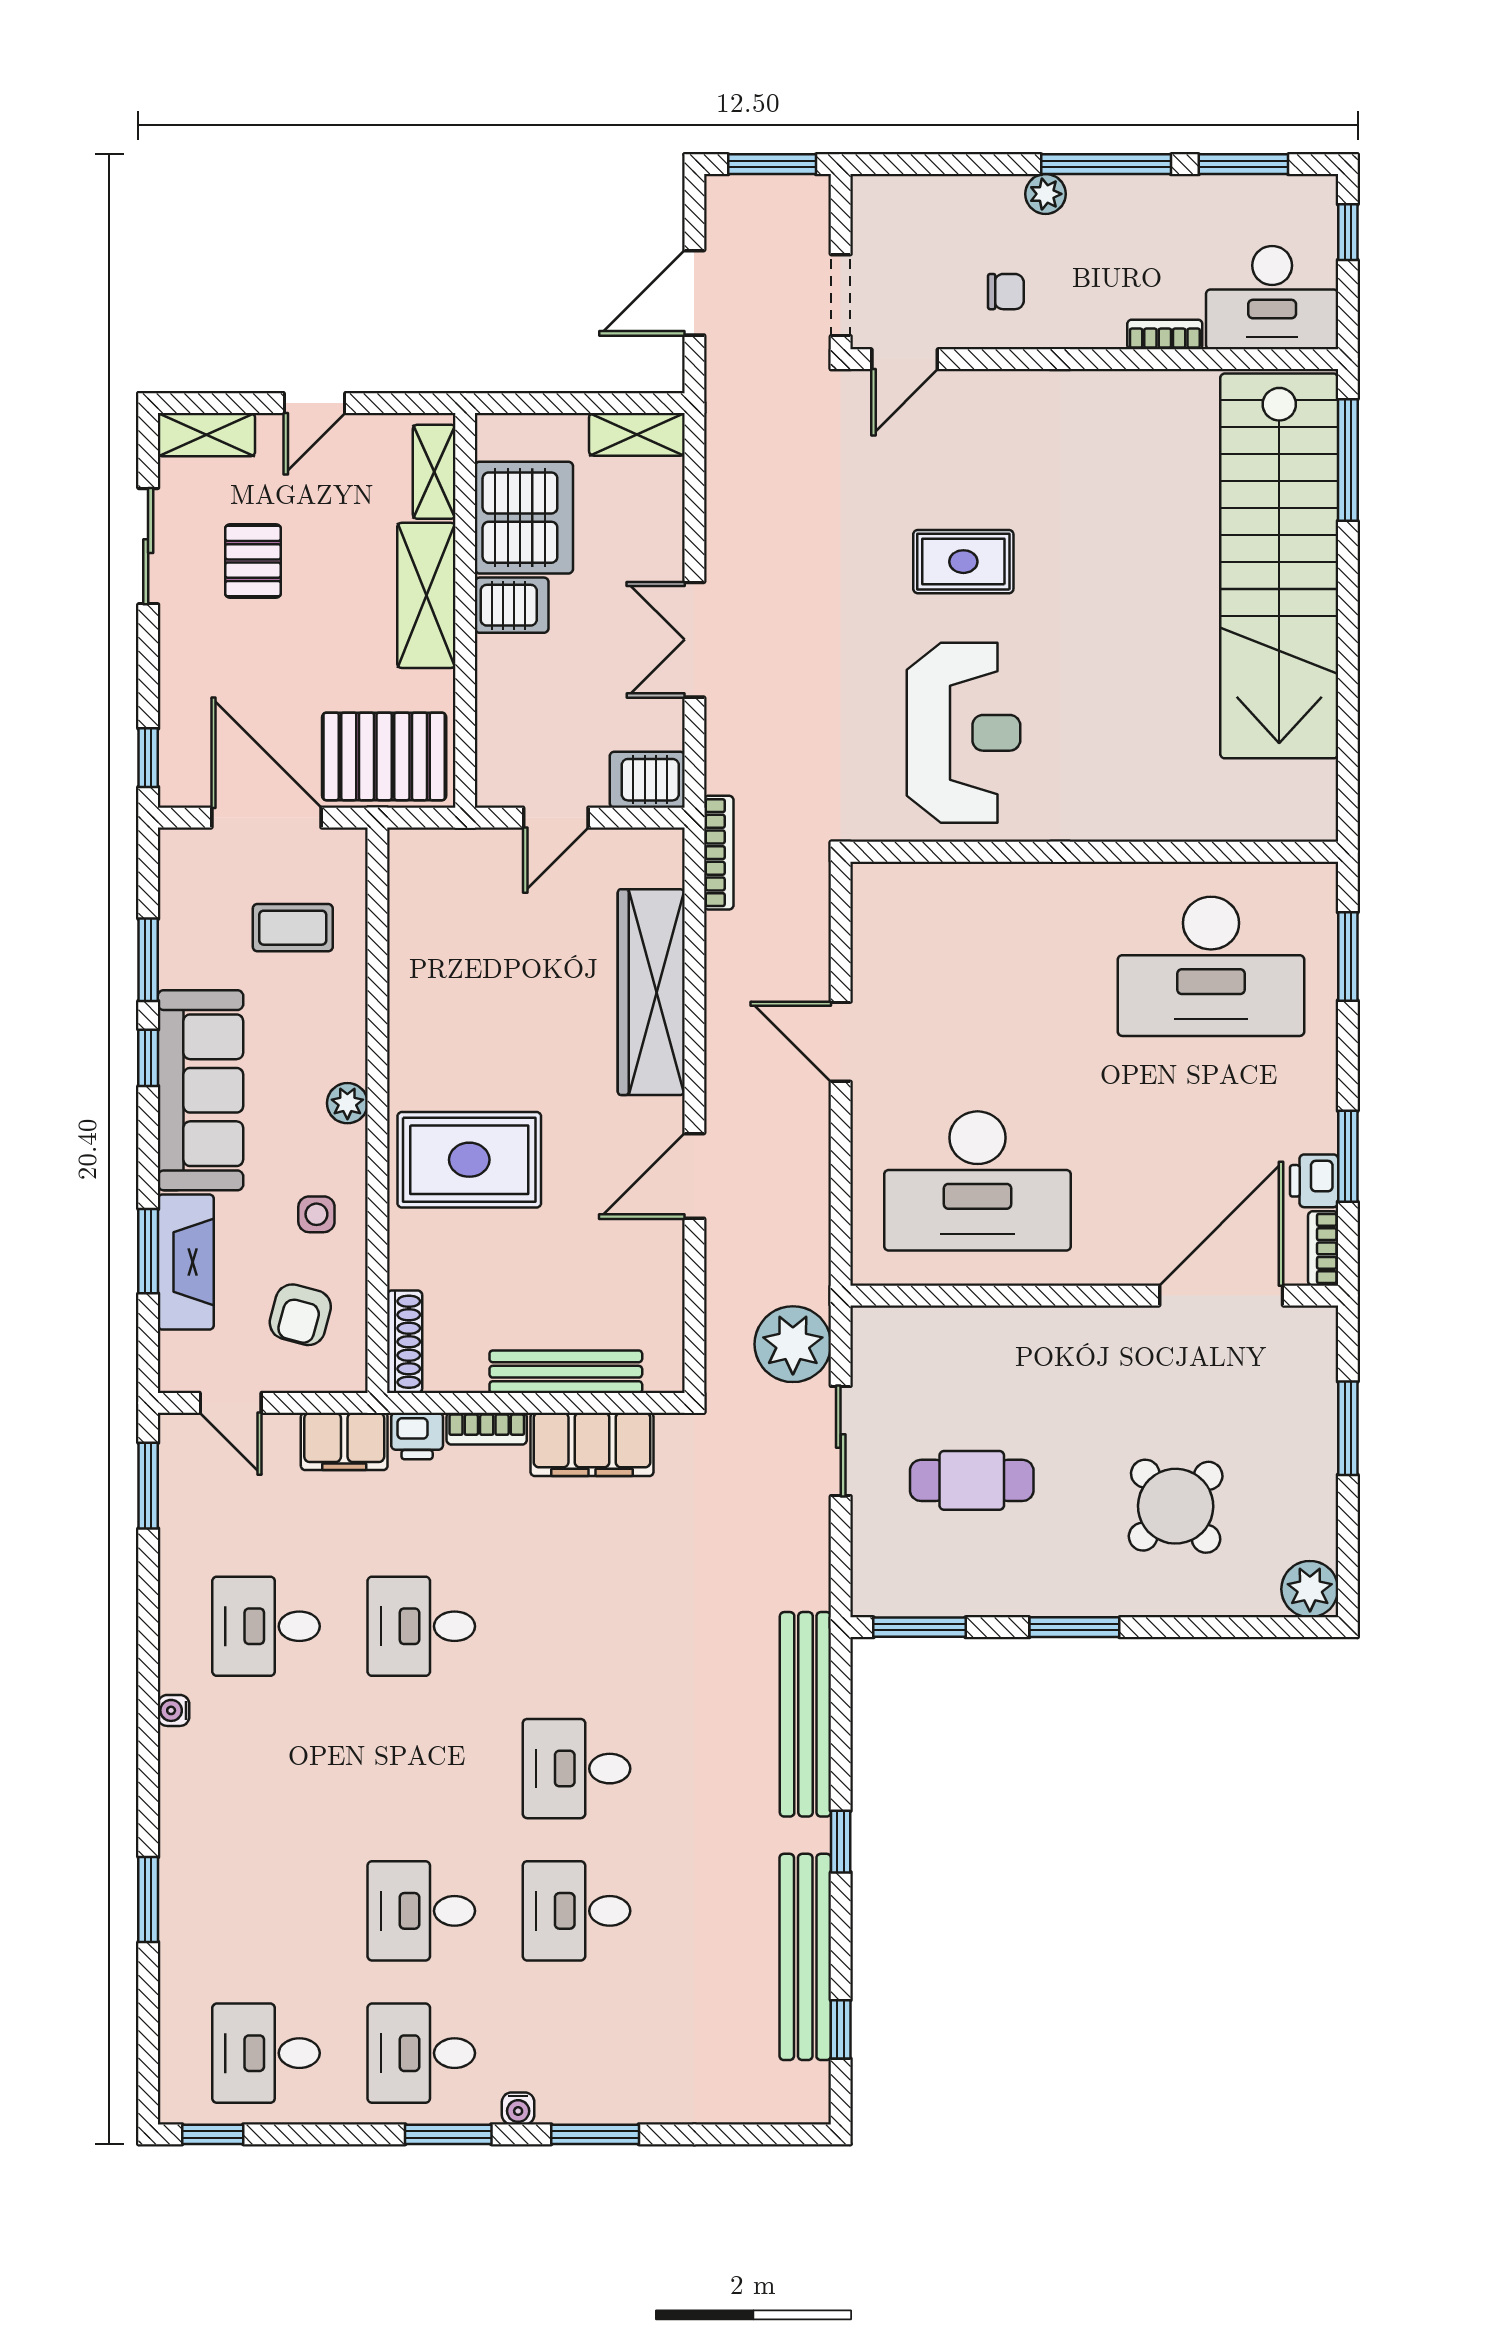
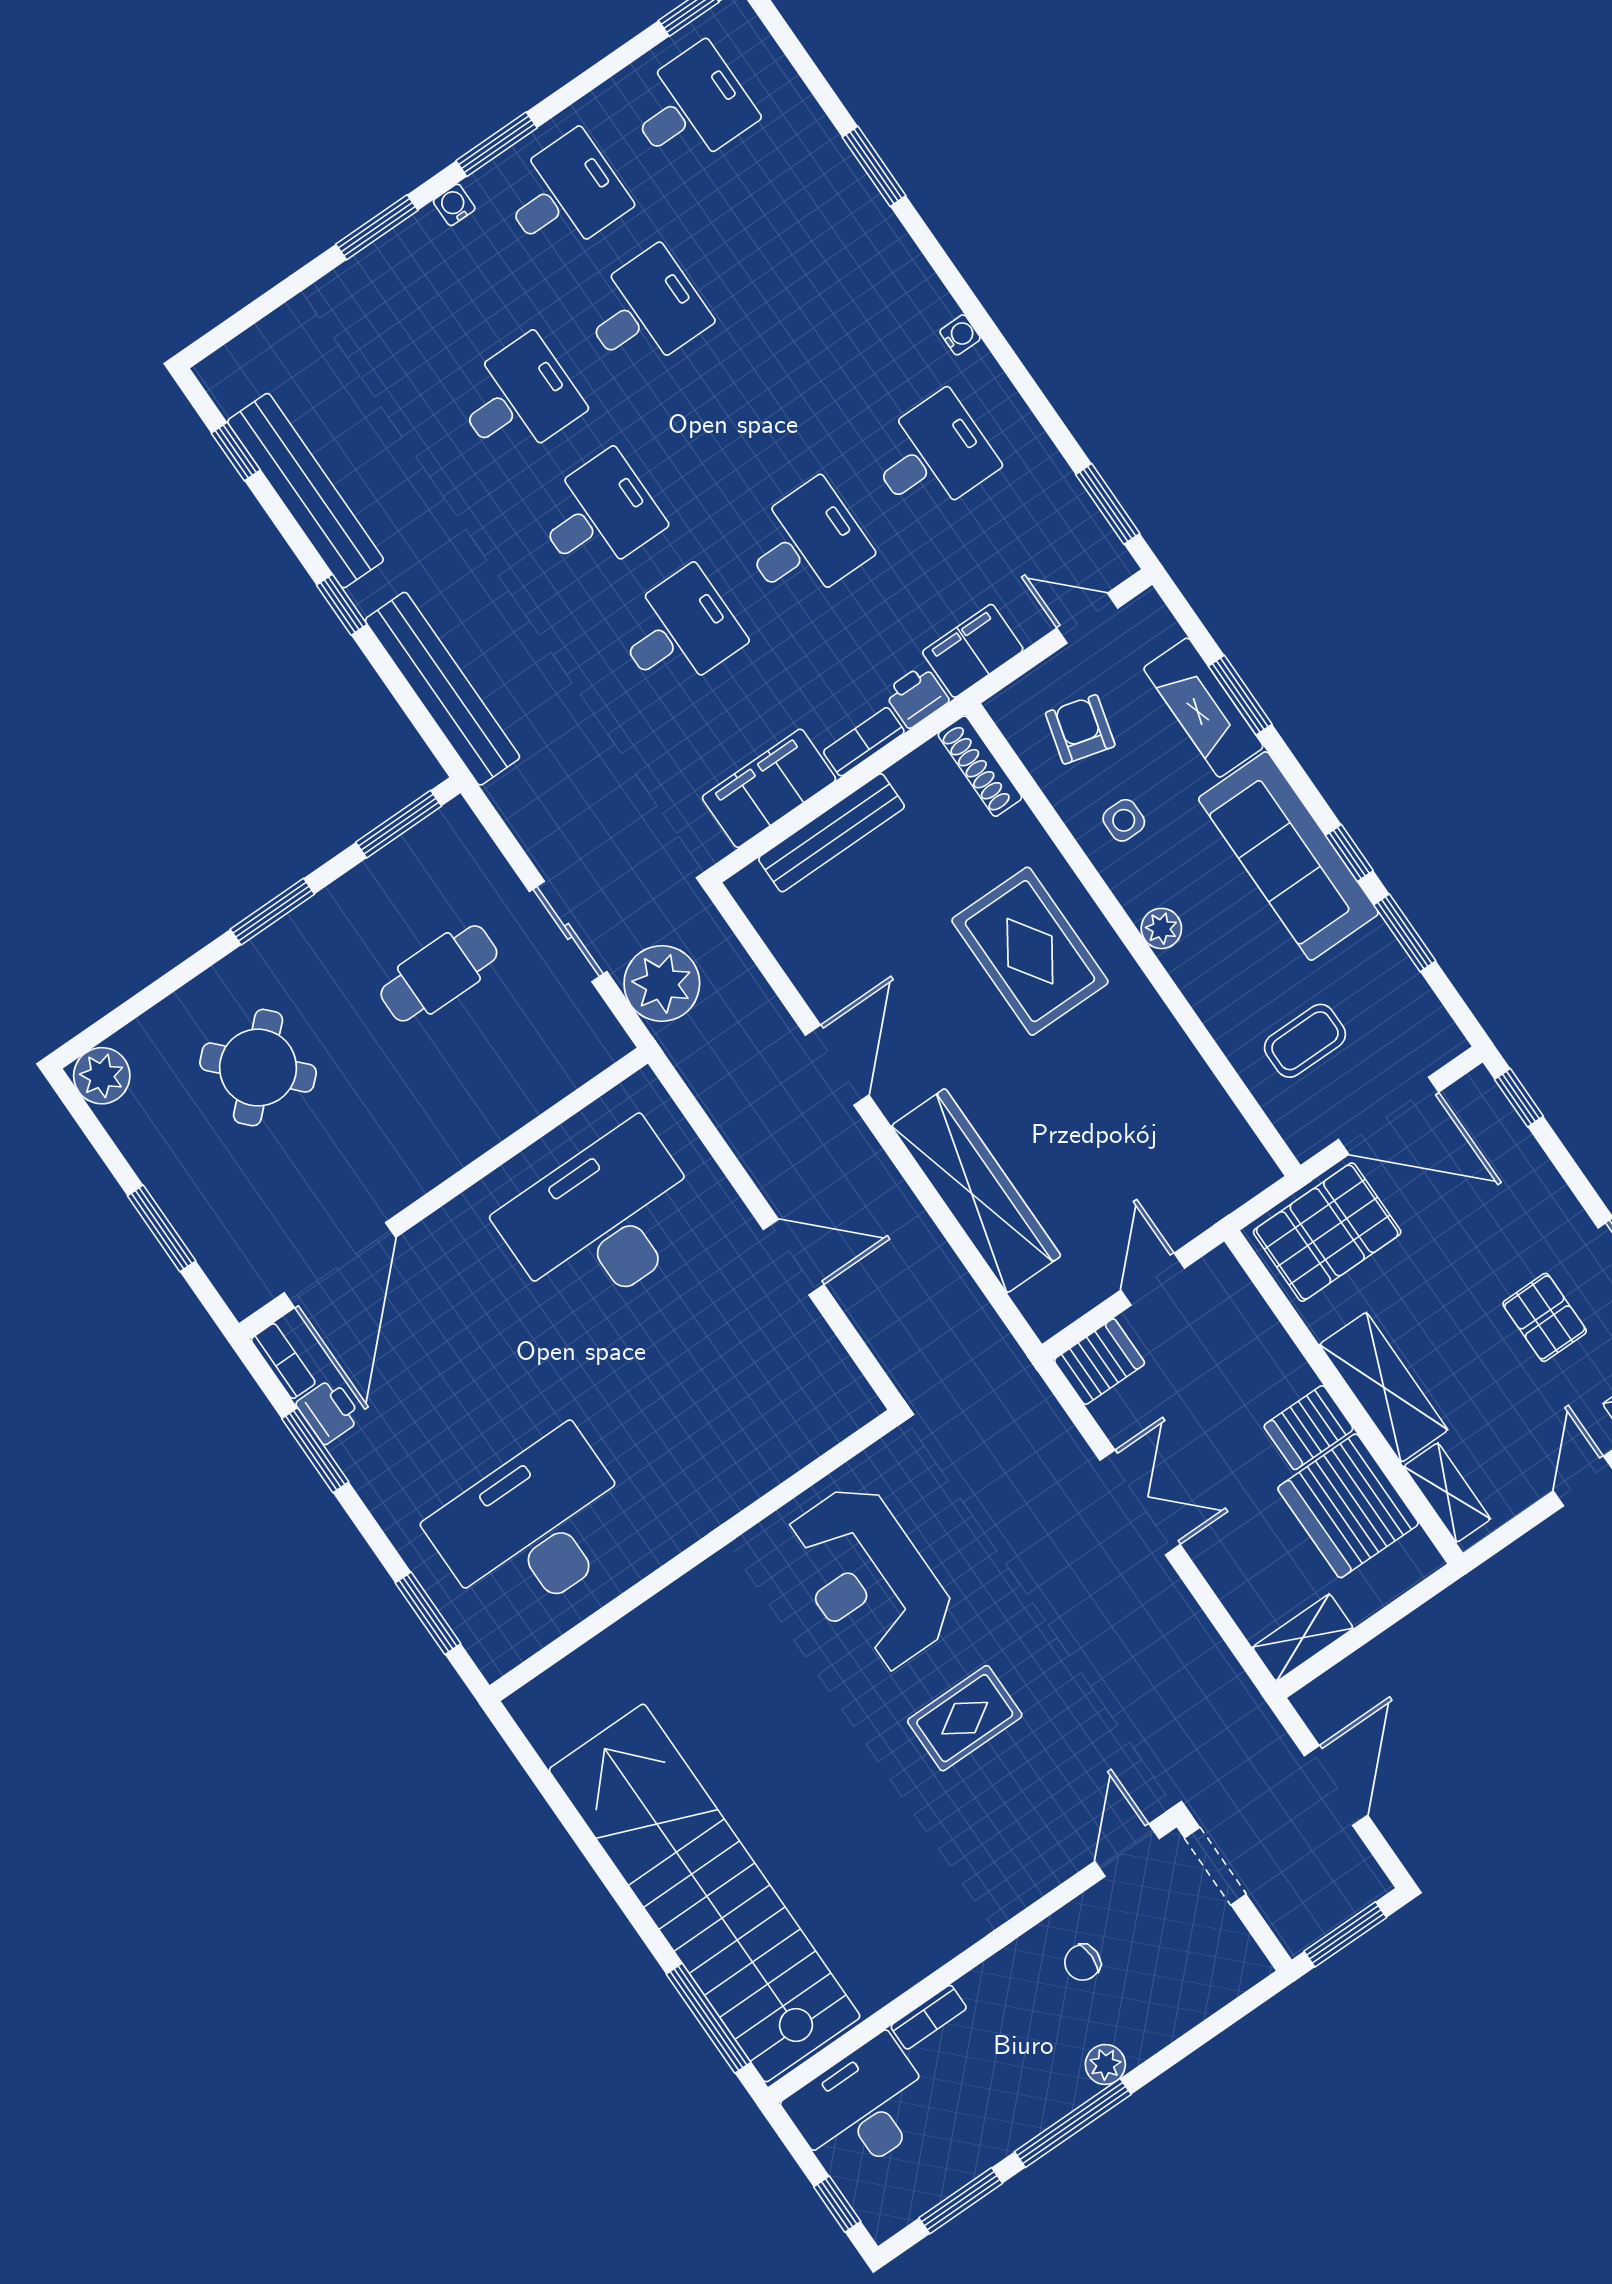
bookcase: (719, 853) -> (1000, 1343), removed
rug: (469, 1160) -> (1030, 951), turned 90
desk: (576, 1626) -> (679, 631), added

